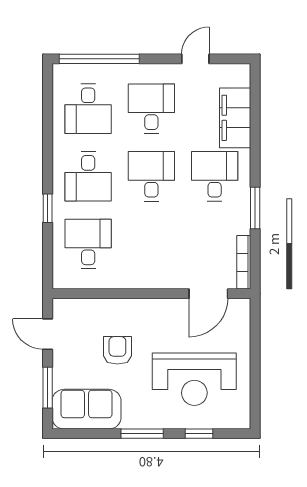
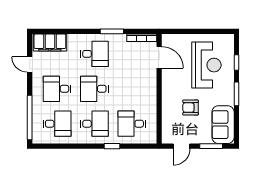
filing cabinet: (235, 118) -> (50, 43), moved
desk: (215, 176) -> (94, 54), turned 180

